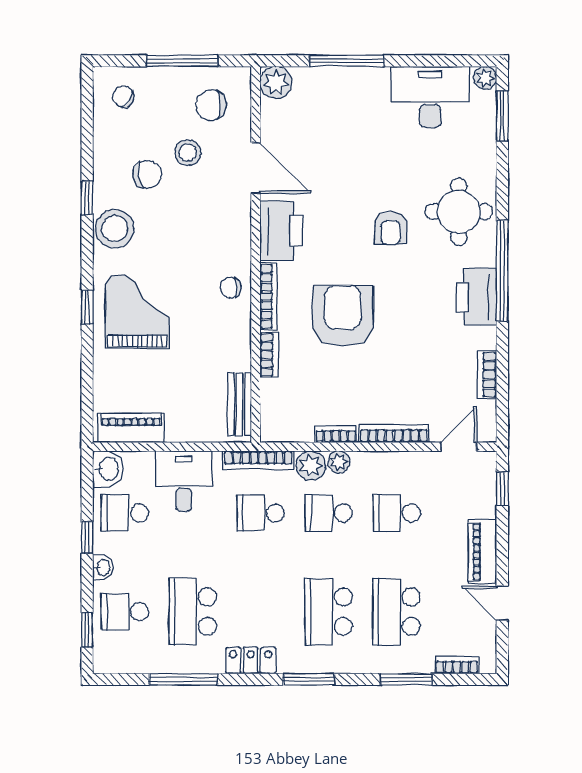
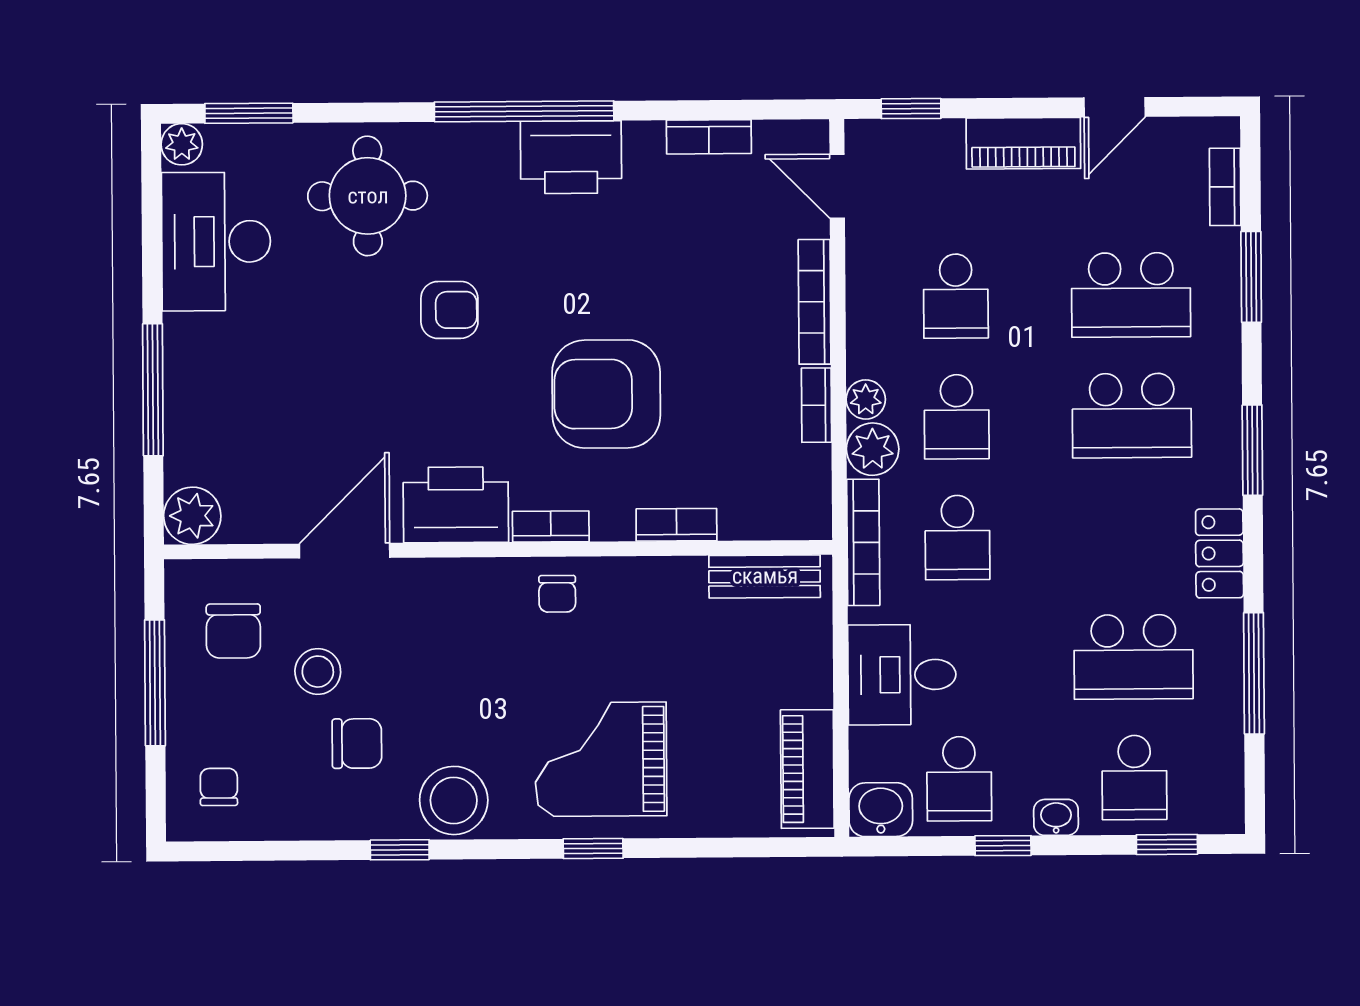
chair: (123, 96) -> (219, 787), turned 146
chair: (147, 174) -> (357, 743), turned 99
round table: (459, 212) -> (368, 196), moved
bookcase: (268, 296) -> (551, 527), width x0.64

